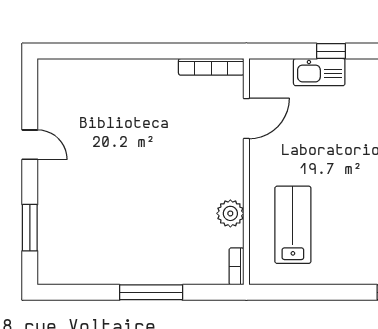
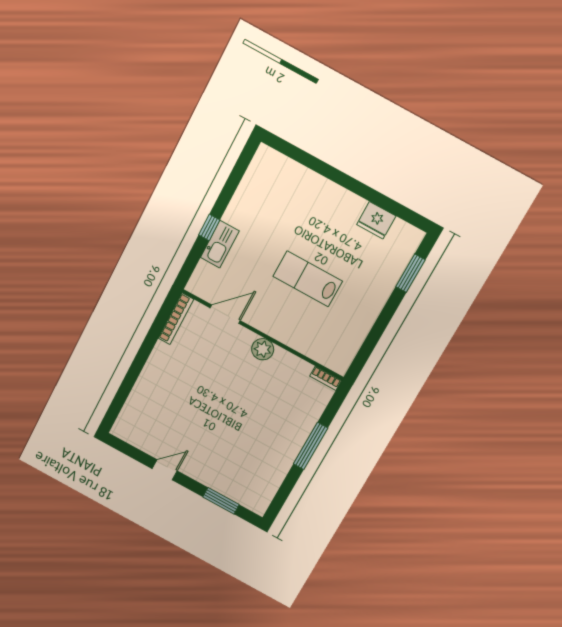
door: (246, 119) -> (225, 314), hinge flipped
plant: (230, 213) -> (263, 349), moved
lab bench: (293, 225) -> (308, 279), moved

